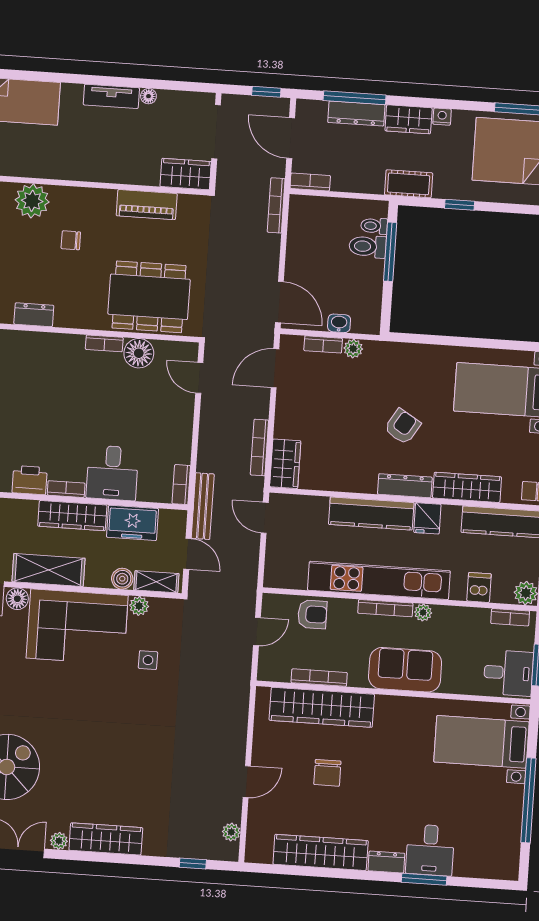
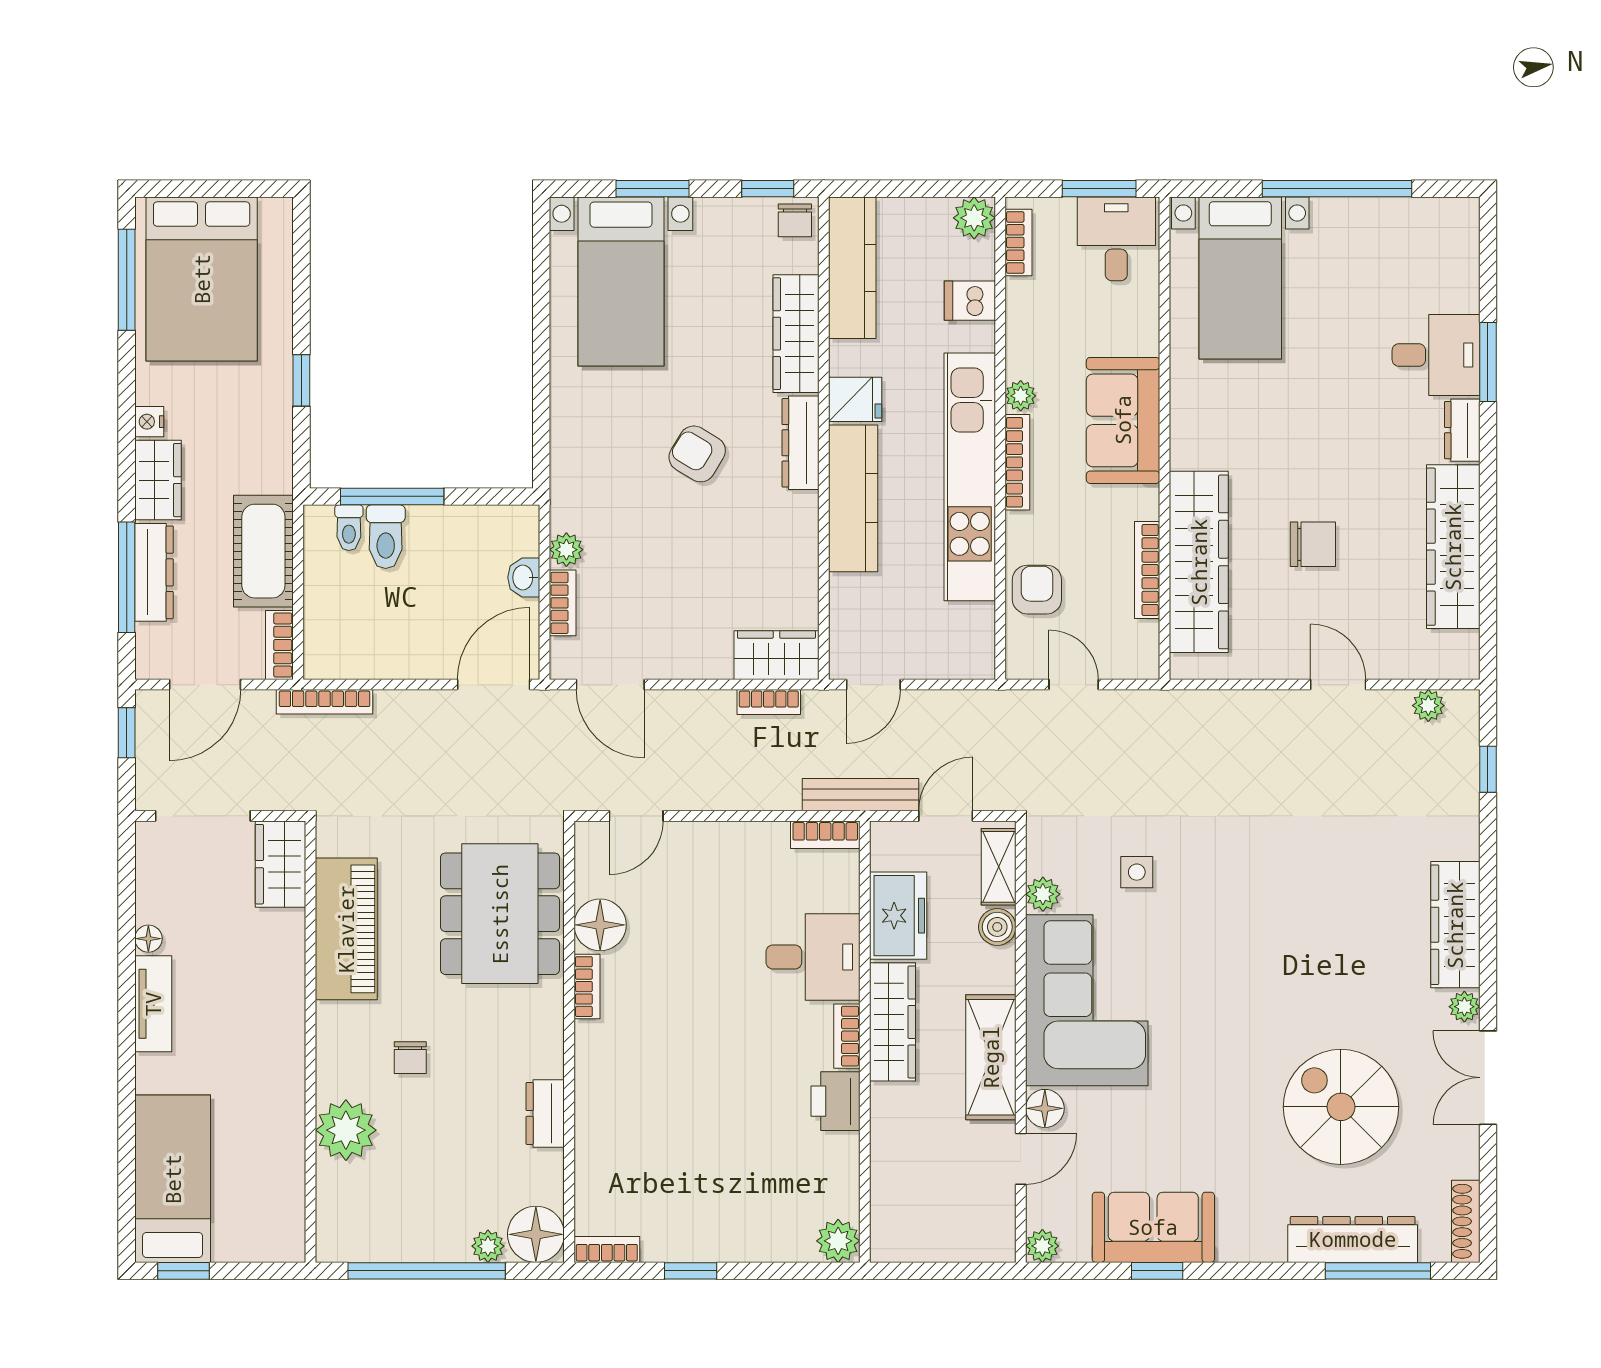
cot: (409, 184) -> (263, 551), moved, width x1.37, depth x1.34
piano: (147, 205) -> (346, 929), width x1.37, depth x1.33
bookcase: (259, 448) -> (769, 702), width x0.64

